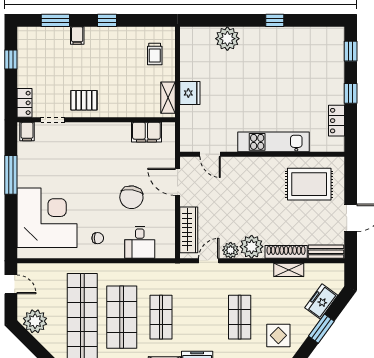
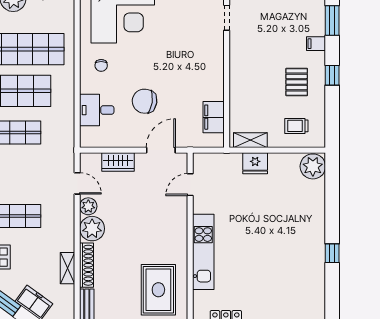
plant: (227, 39) -> (313, 166), moved
pallet: (84, 100) -> (297, 82), moved
wardrobe: (189, 230) -> (118, 162), width x0.67

